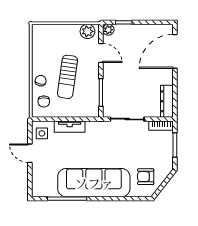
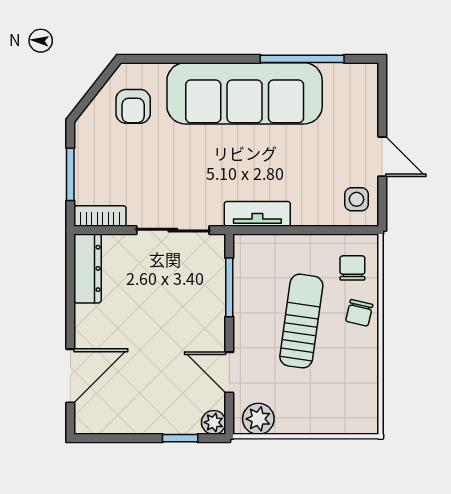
door: (175, 51) -> (70, 376), width x0.73
tv unit: (70, 127) -> (257, 214), moved
armchair: (146, 177) -> (133, 106), turned 90

